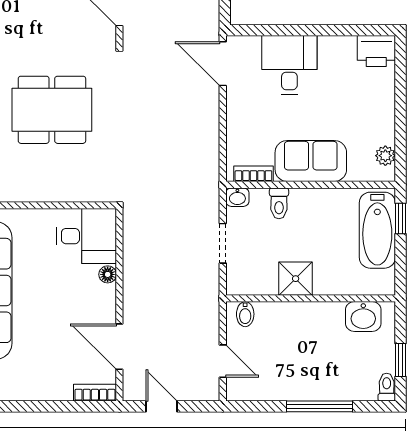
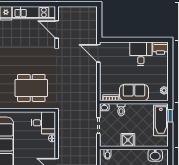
desk: (289, 65) -> (141, 54), moved
dining table: (52, 110) -> (31, 88), moved

